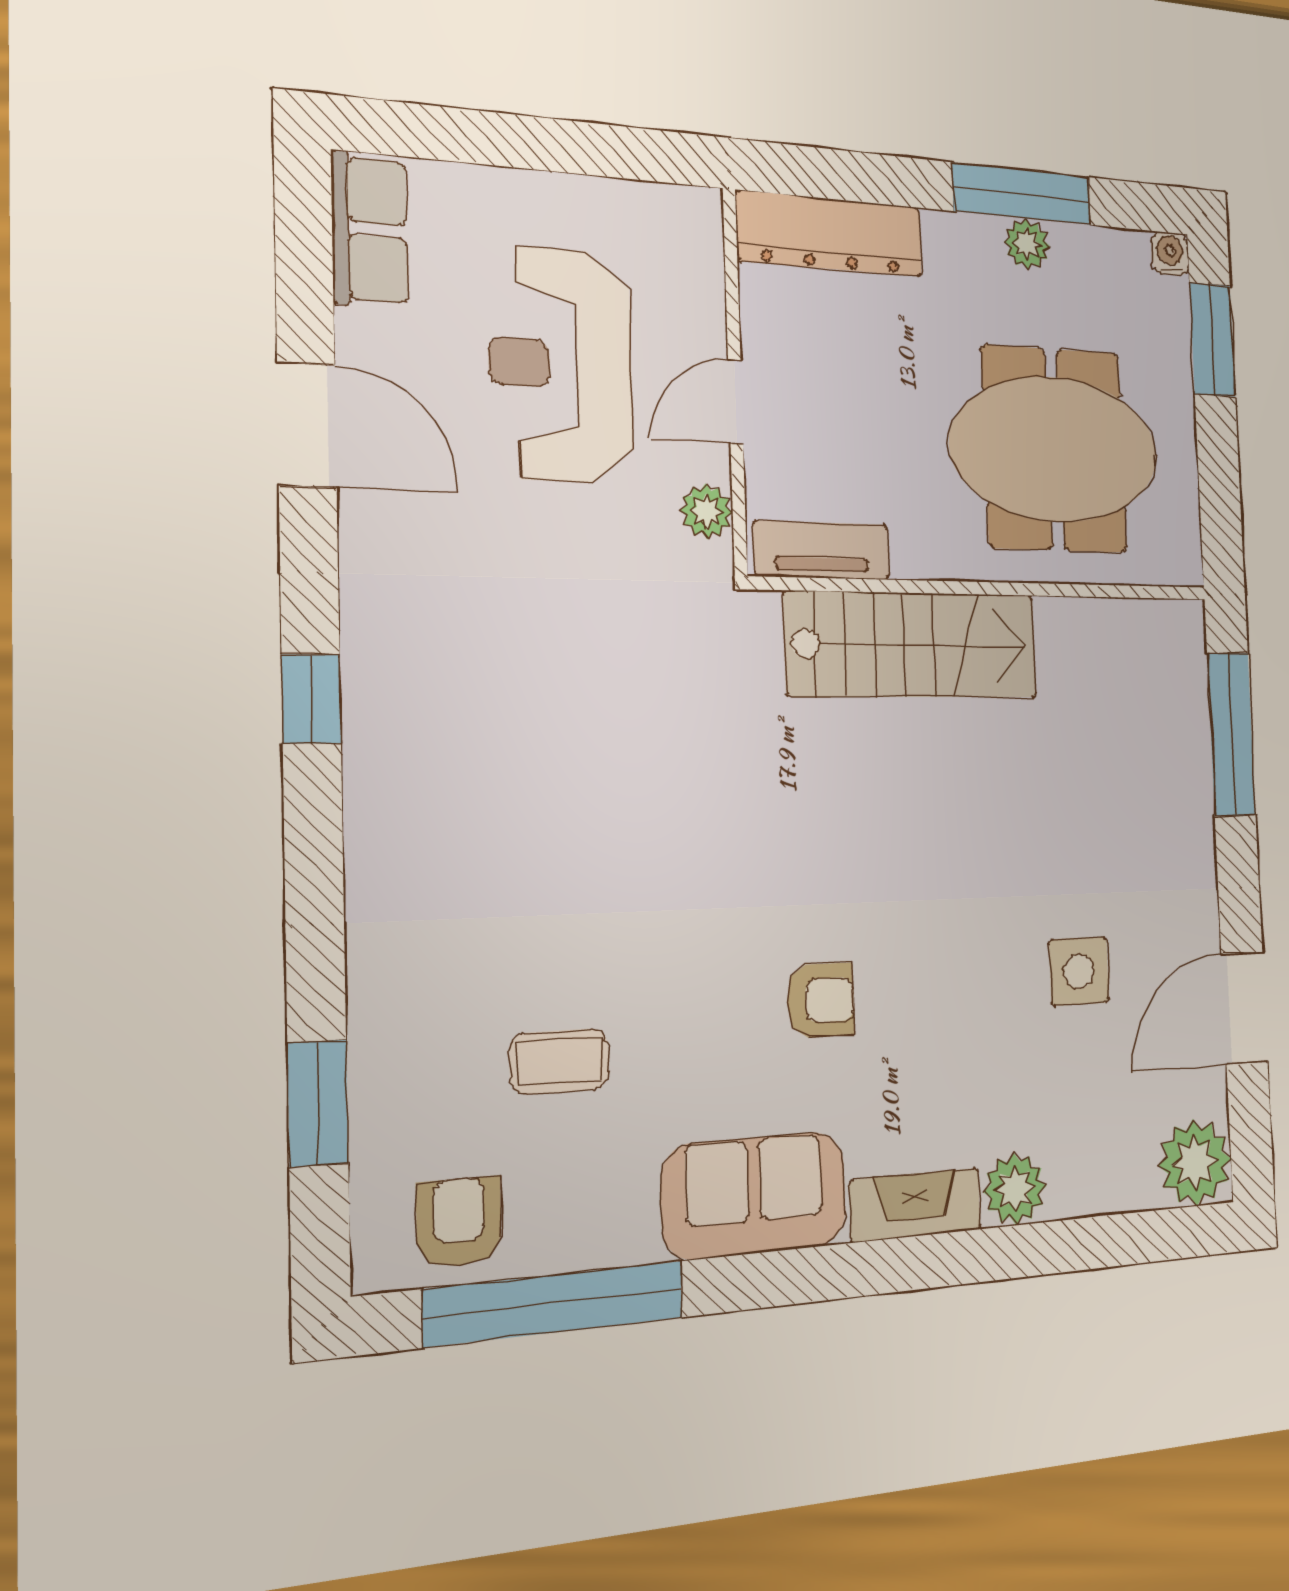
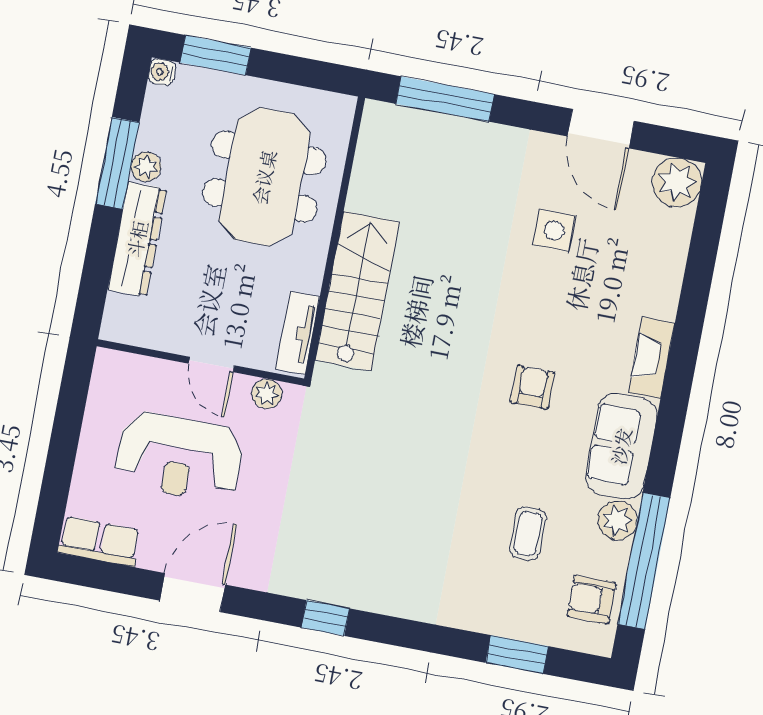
dresser: (830, 234) -> (137, 239), moved
plant: (1015, 1189) -> (617, 520), moved

